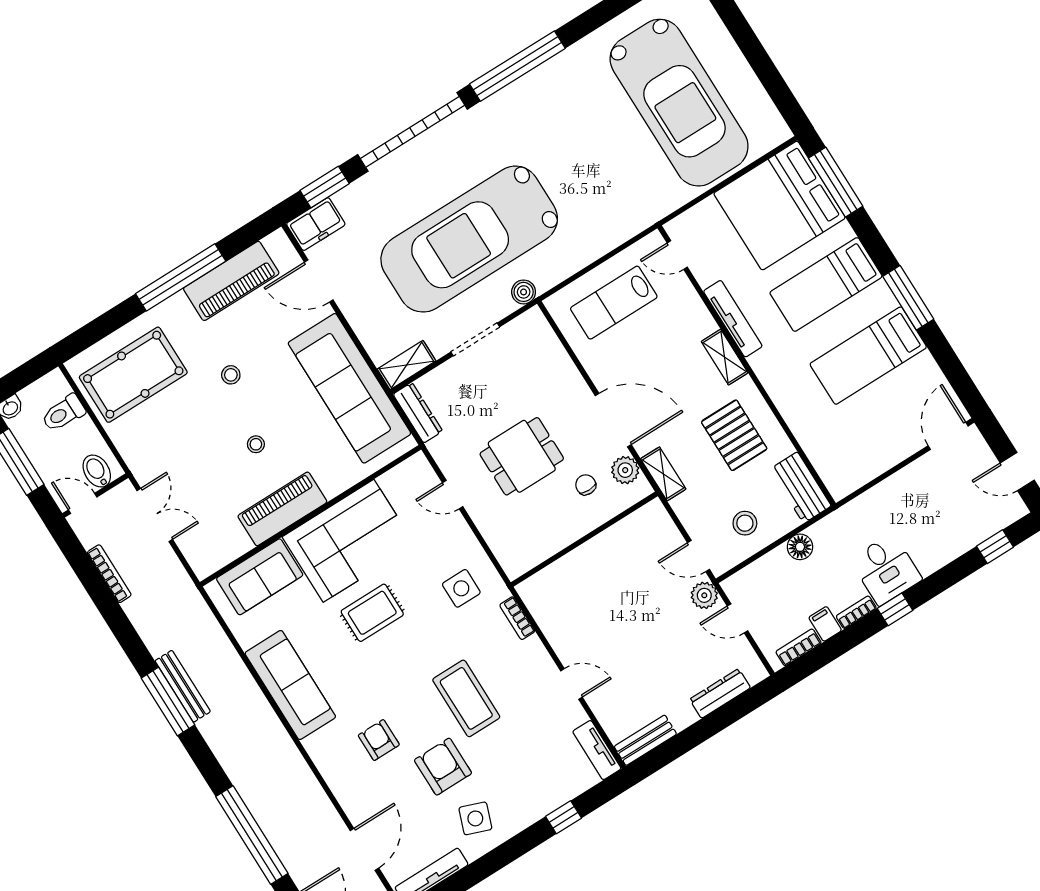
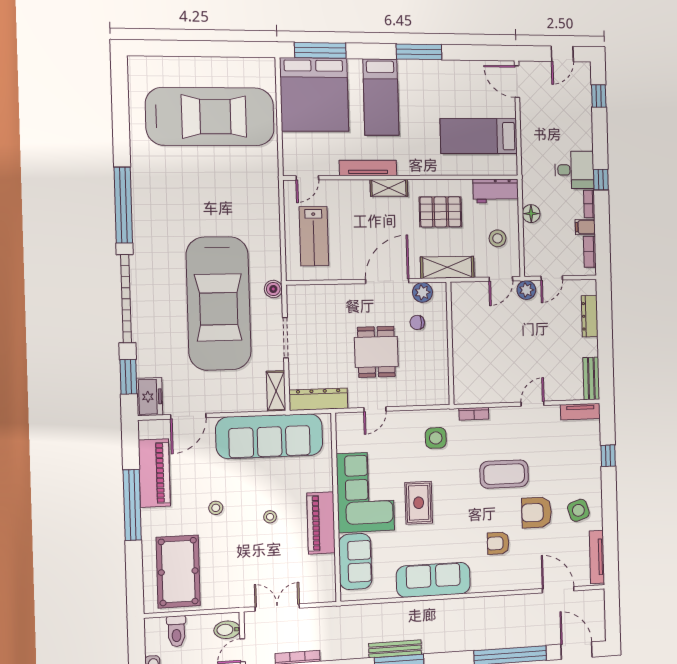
bed: (868, 356) -> (479, 136), moved, turned 90
dresser: (418, 413) -> (318, 399), width x1.37, depth x1.24
shelving: (663, 474) -> (447, 267), width x1.50, depth x1.33
side table: (475, 818) -> (578, 510), turned -38

